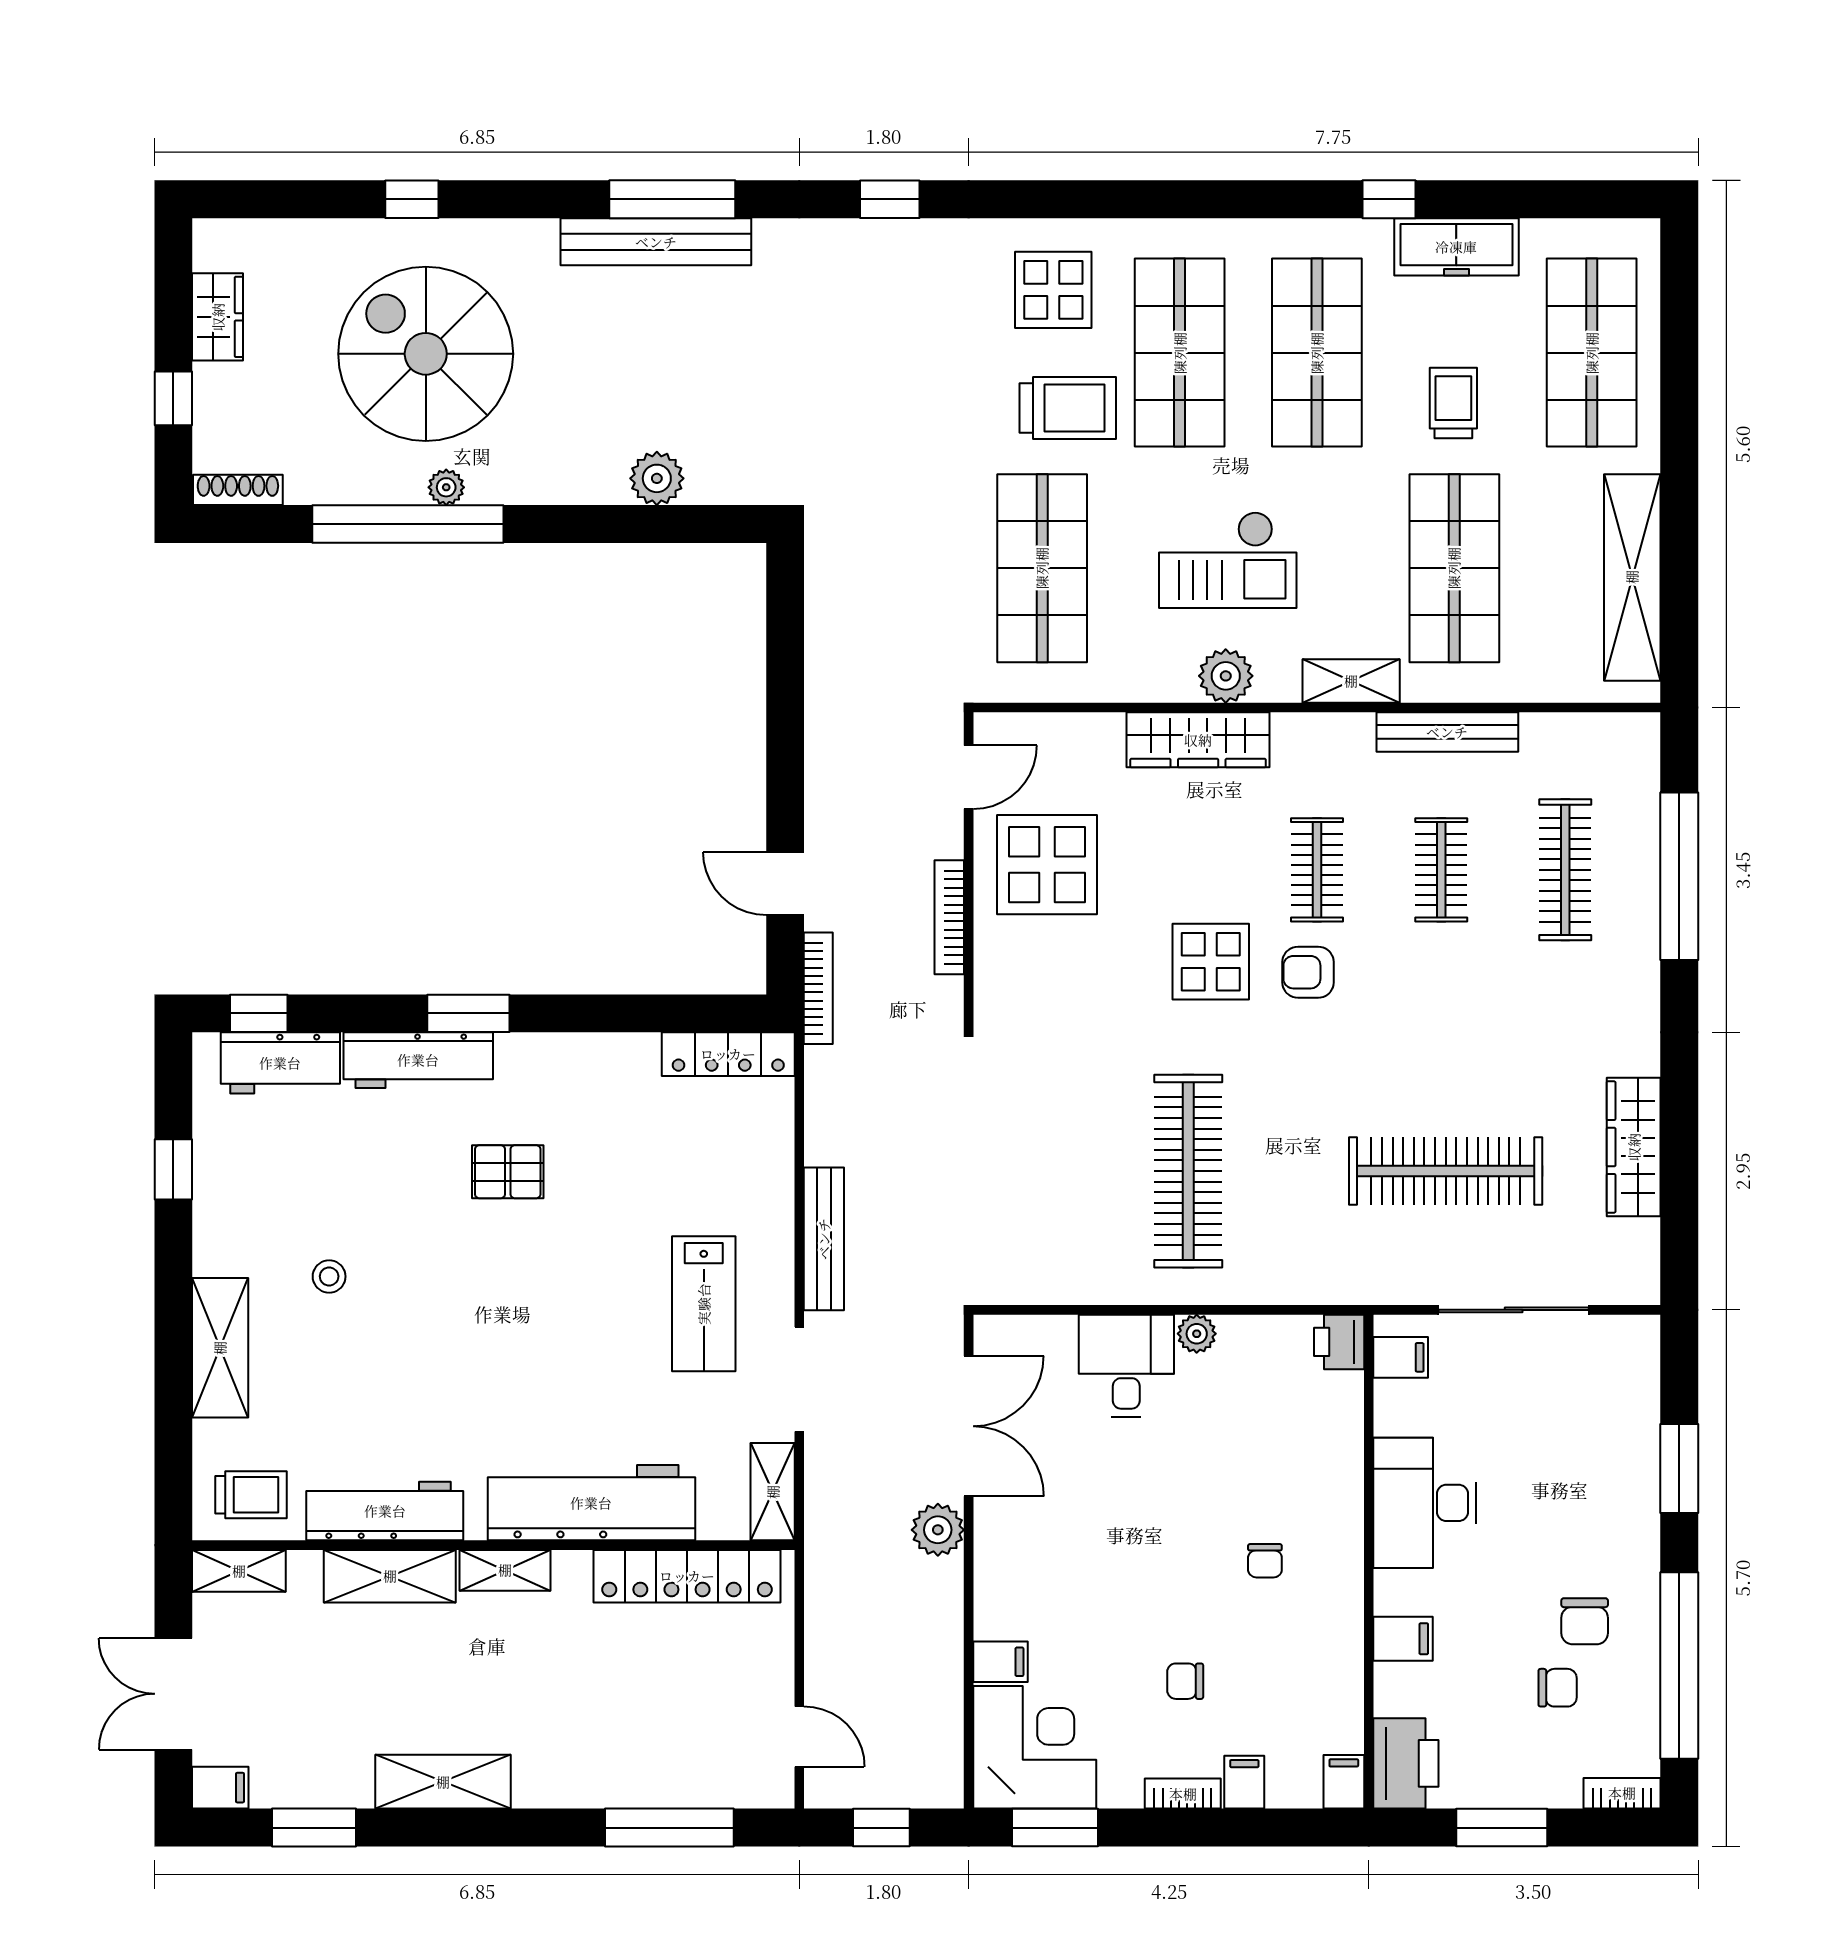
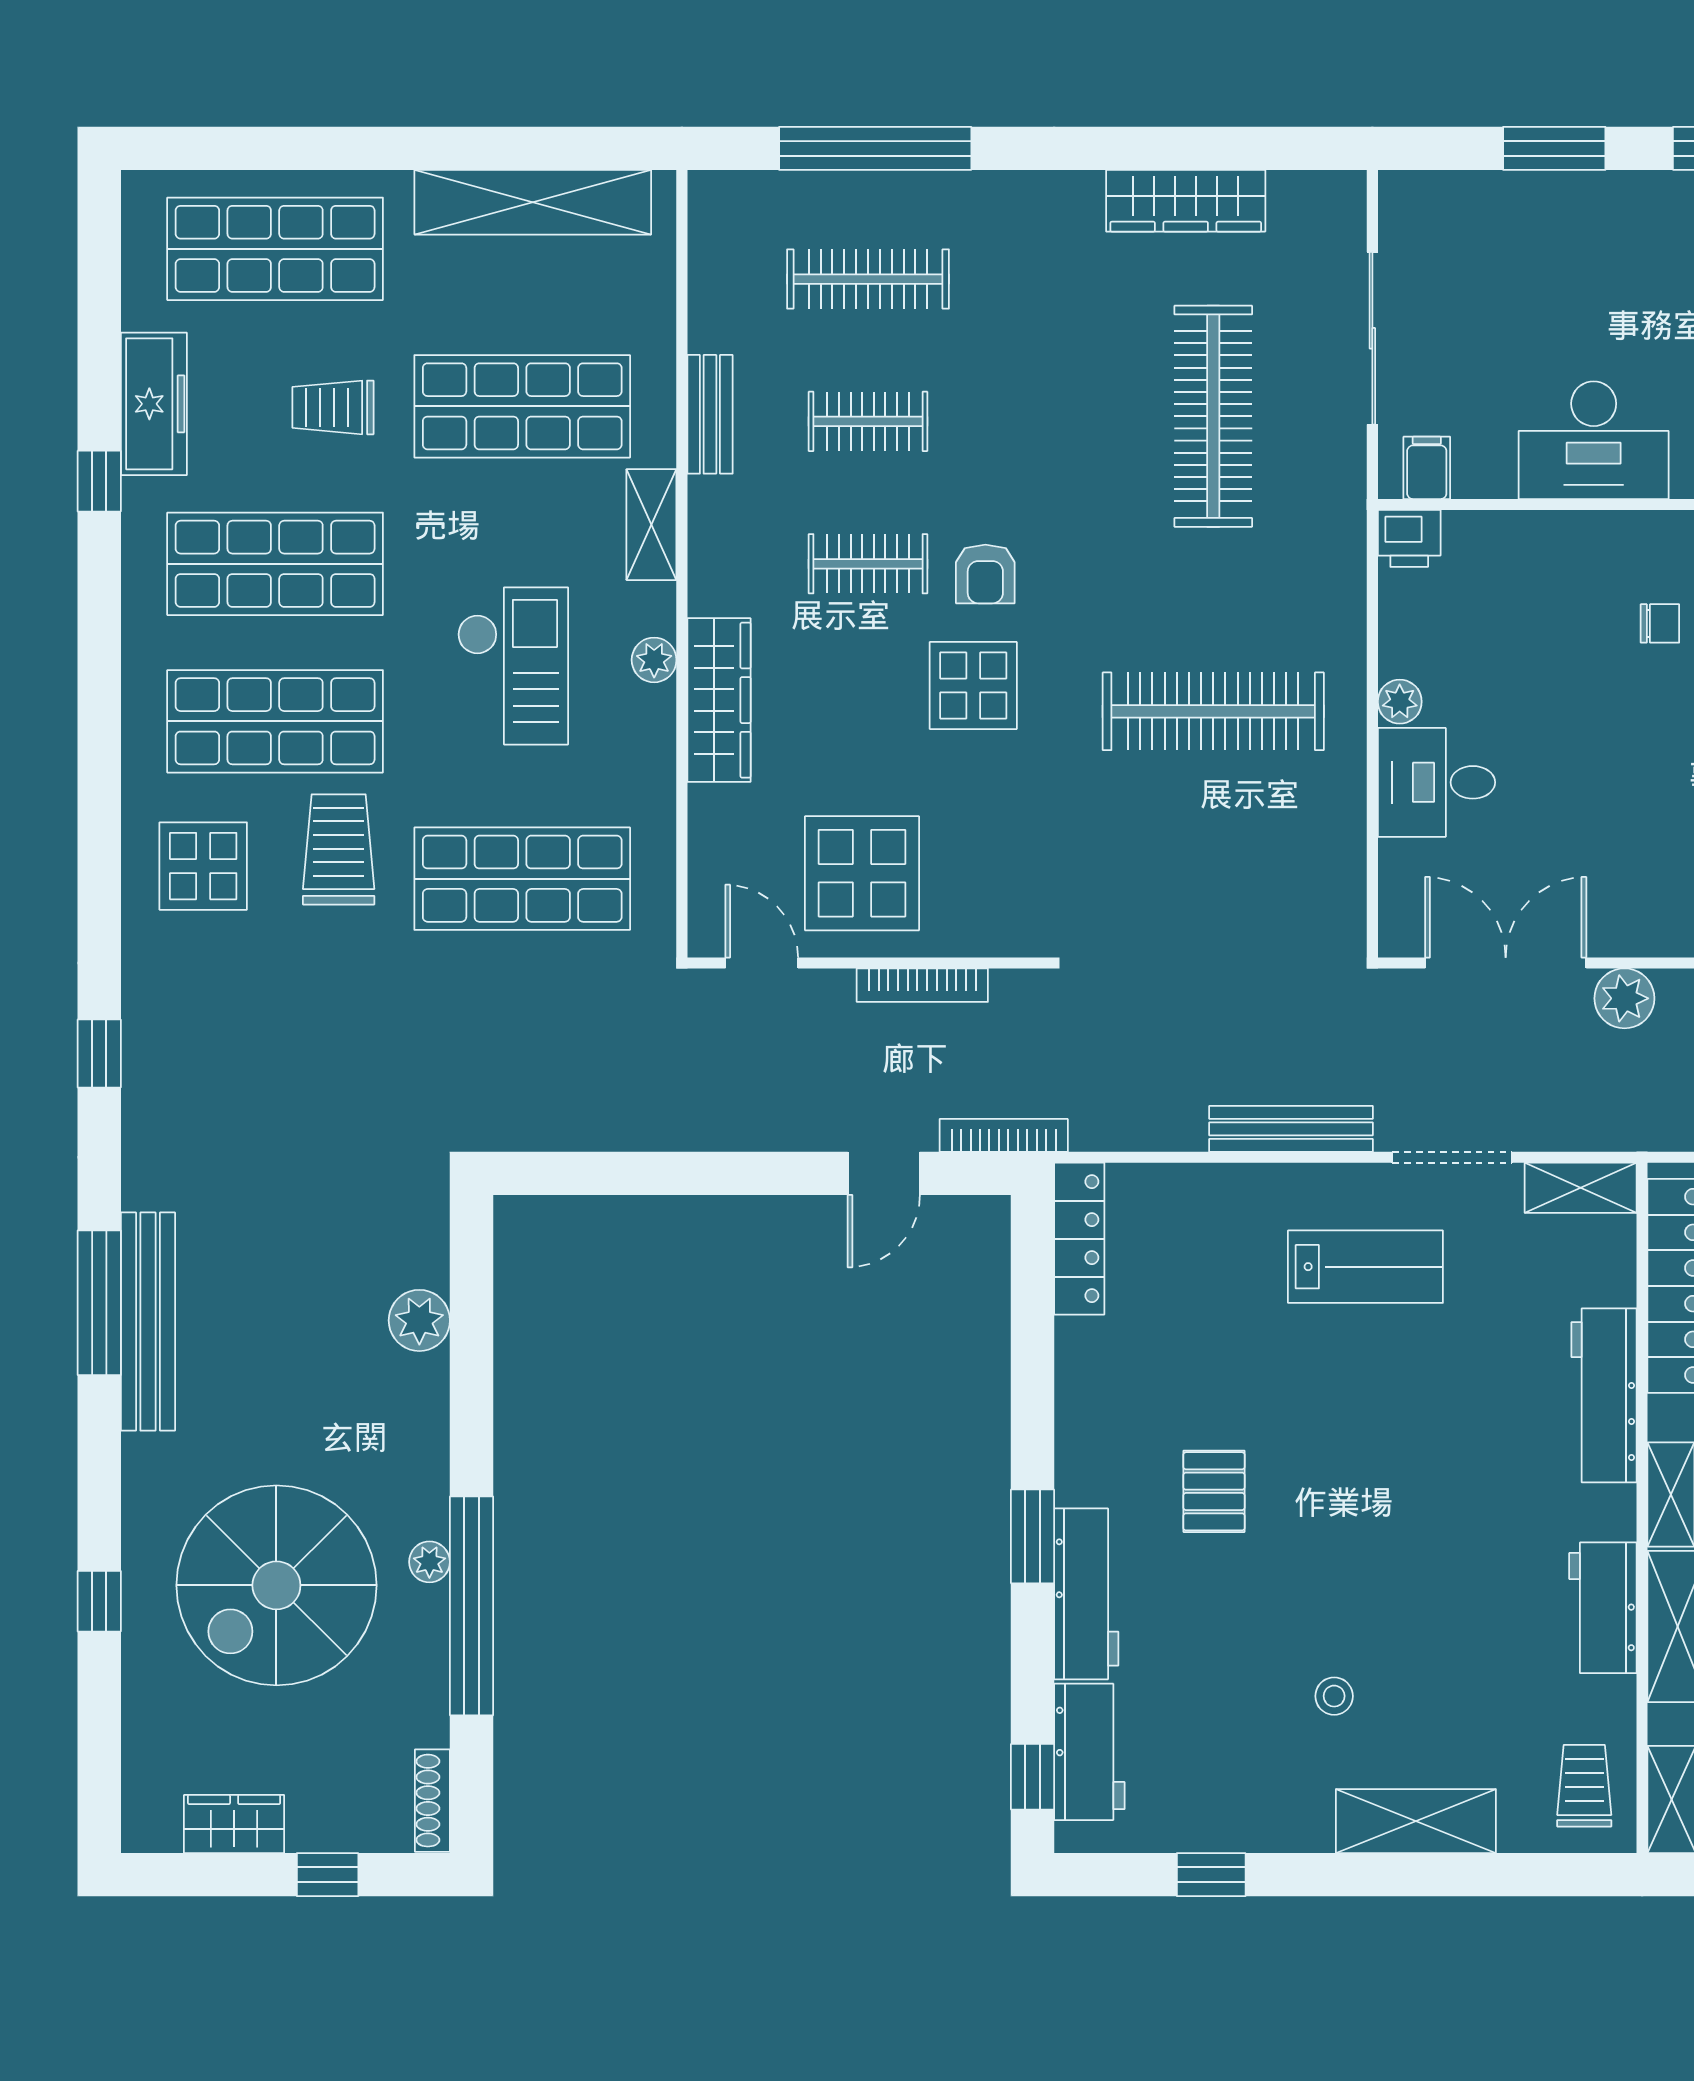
plant: (1226, 676) -> (654, 660), width x0.73, depth x0.73
bench: (1447, 732) -> (710, 414), width x0.73
workbench: (591, 1503) -> (1604, 1395), width x0.73, depth x0.76
workbench: (385, 1511) -> (1603, 1608), width x0.73

